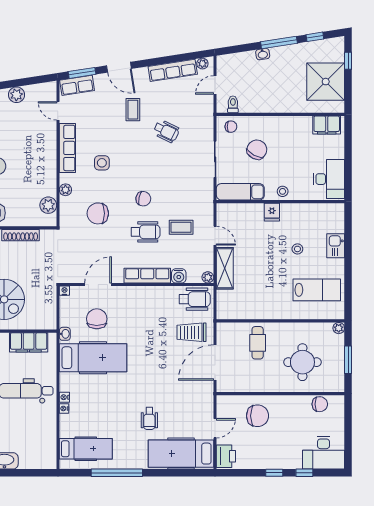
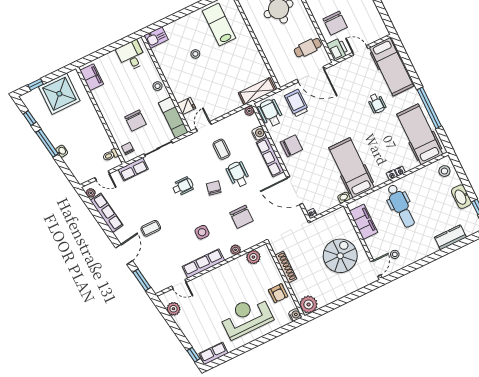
row of seats: (77, 85) -> (133, 169), moved, turned 99
plant: (16, 95) -> (173, 309), moved
door: (58, 111) -> (179, 284), hinge flipped
wheelchair: (166, 131) -> (183, 186), moved, turned 64
chair: (257, 150) -> (136, 121), turned -118
desk: (329, 179) -> (131, 56), width x0.73
fridge: (272, 212) -> (186, 106), moved
door: (215, 236) -> (204, 126), moved
kitchen sink: (336, 246) -> (156, 38), moved
shelving: (225, 268) -> (257, 91), moved
door: (98, 285) -> (295, 191), width x1.36
chair: (97, 319) -> (291, 146), moved, turned 180
trolley: (192, 332) -> (297, 103), turned 180
cafe table: (258, 343) -> (308, 48), moved
chair: (257, 416) -> (335, 23), turned 180
wheelchair: (149, 418) -> (377, 103), turned 90
hospital bed: (86, 449) -> (420, 134), width x1.37, depth x1.29
stool: (41, 456) -> (444, 171), added
printer: (226, 456) -> (338, 49), moved, turned 90

